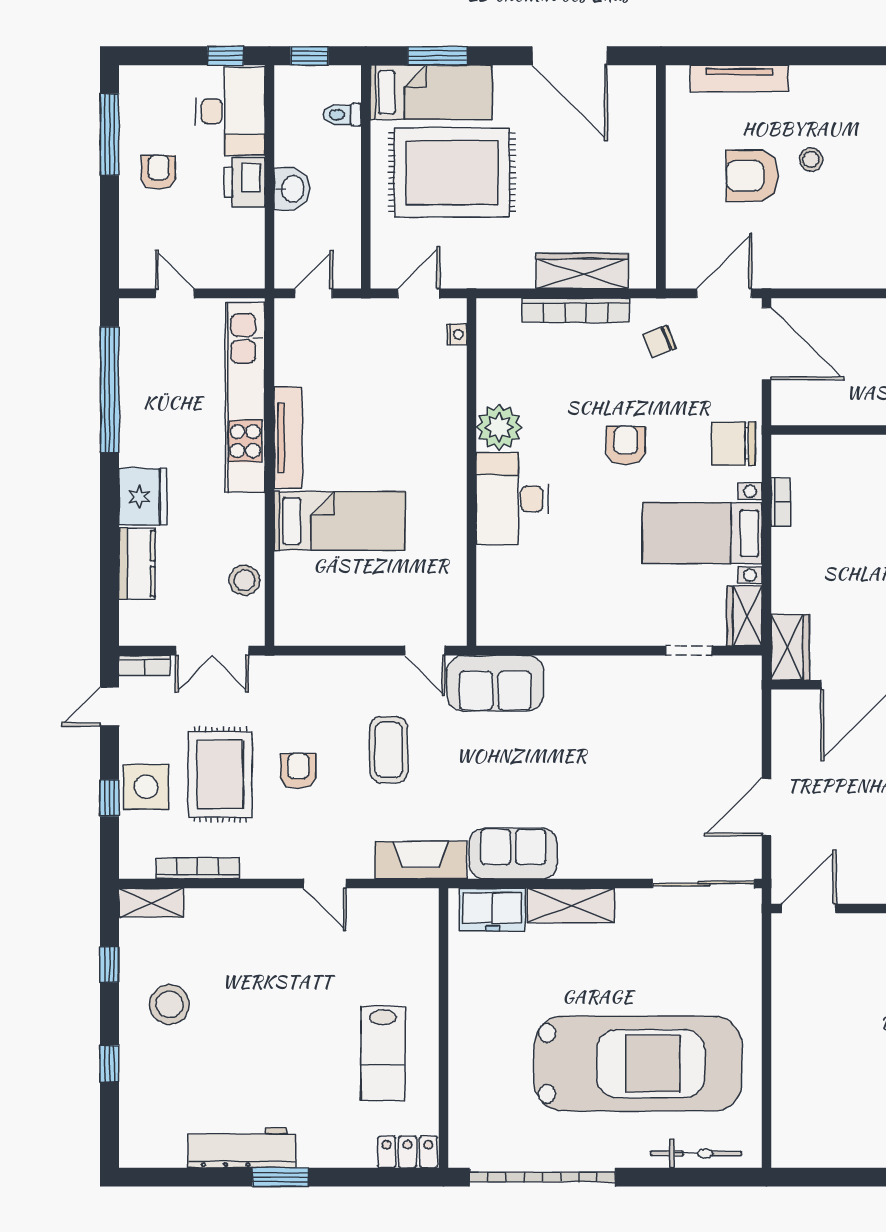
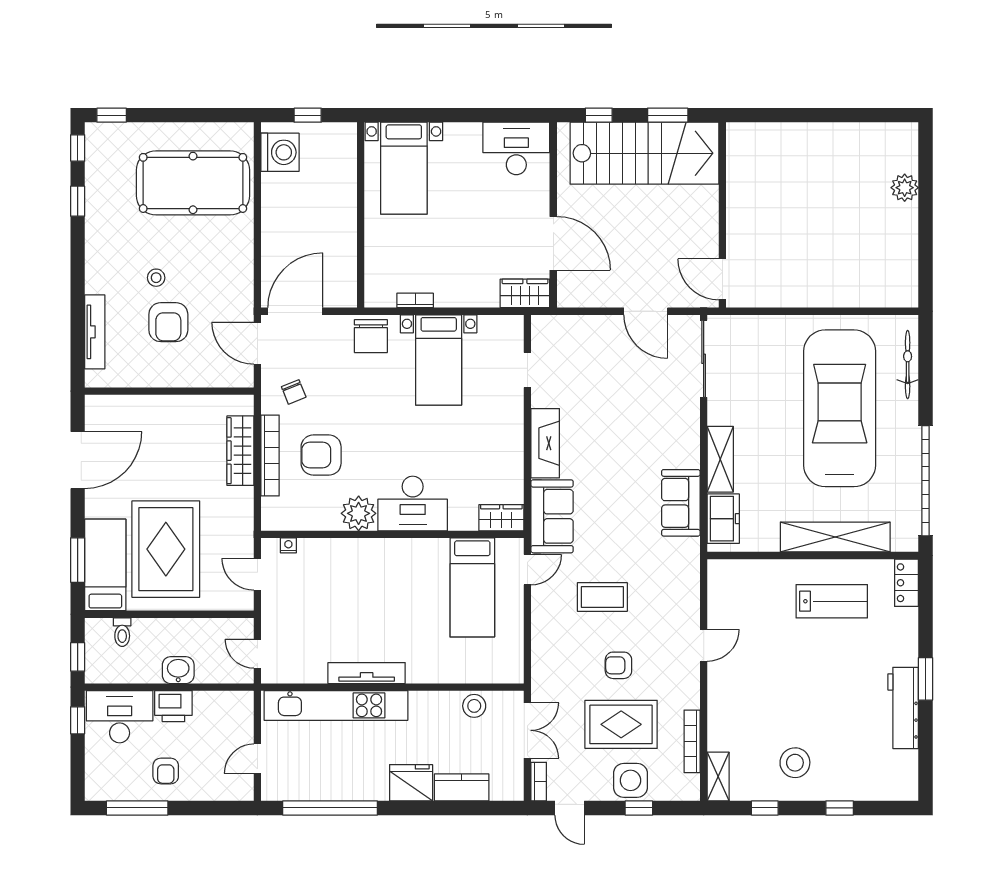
armchair: (158, 172) -> (166, 771), turned -90
armchair: (626, 445) -> (321, 455), moved, width x1.38, depth x1.38
bed: (340, 521) -> (472, 587), moved, turned 180
wardrobe: (745, 616) -> (501, 518), moved, turned 180
fireplace: (421, 860) -> (545, 443), moved, turned 180
shelving: (468, 1058) -> (835, 537), added

